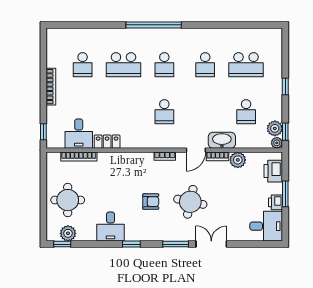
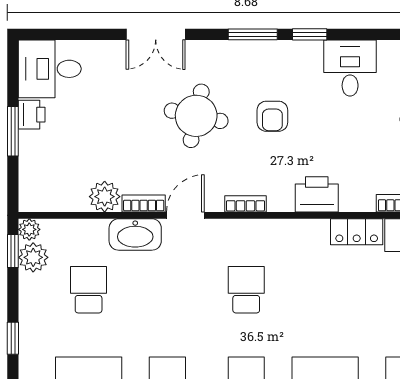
printer: (273, 171) -> (317, 194), moved, turned -90
armchair: (151, 202) -> (272, 116), turned -90
window: (176, 244) -> (253, 34), moved

